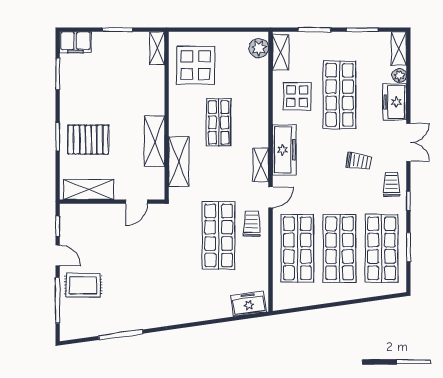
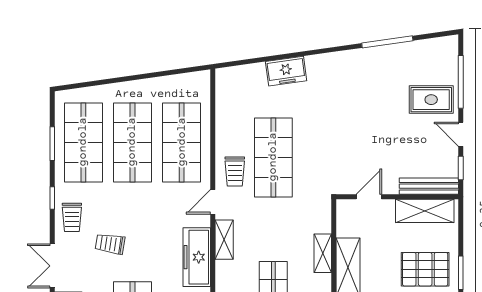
shelving: (179, 161) -> (323, 253), width x0.67, depth x0.75
bench: (85, 211) -> (429, 186), added
freezer: (249, 304) -> (286, 71), moved

